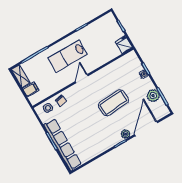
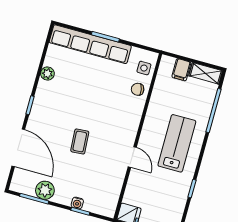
door: (82, 79) -> (132, 157), moved
coffee table: (113, 103) -> (80, 141), width x0.54, depth x0.58
plant: (126, 134) -> (47, 73), moved

